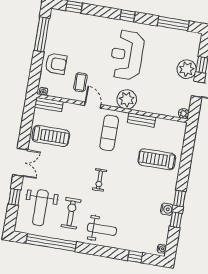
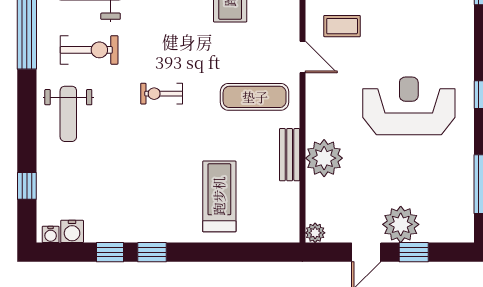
plant: (127, 99) -> (324, 158), moved
door: (93, 105) -> (302, 57), hinge flipped
water cooler: (167, 209) -> (72, 231), moved

